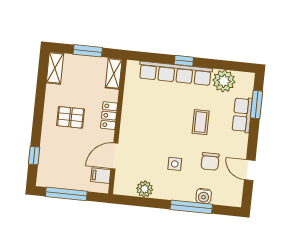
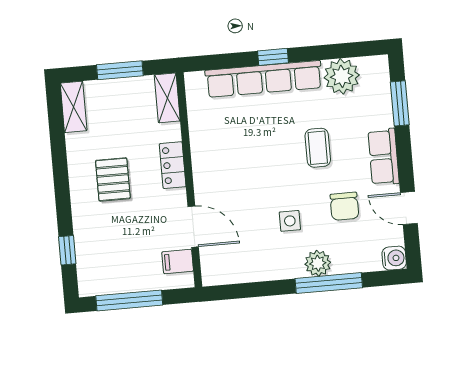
row of seats: (242, 115) -> (384, 157), moved
pallet: (71, 117) -> (113, 179), turned 90
door: (114, 156) -> (193, 227), swing flipped
plant: (145, 189) -> (318, 263), moved
water cooler: (204, 196) -> (394, 258), moved, turned -90

